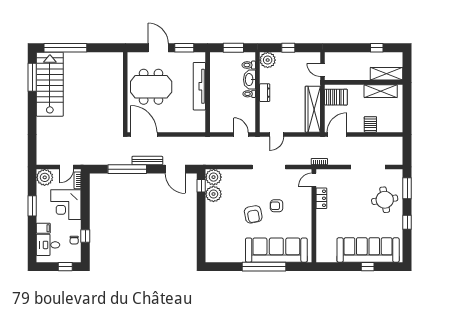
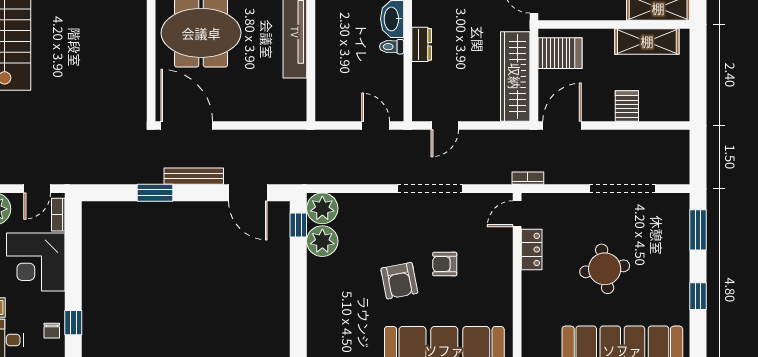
window: (127, 169) -> (155, 193), width x0.47
round table: (385, 200) -> (605, 269), moved

